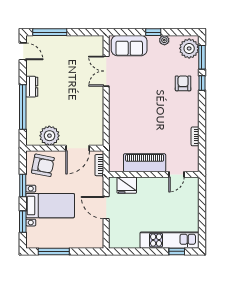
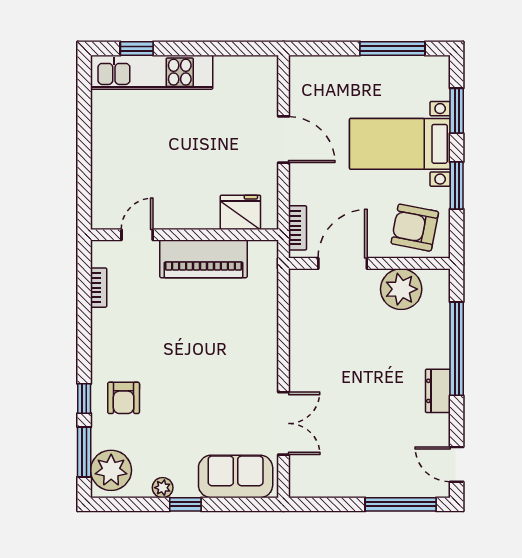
piano: (145, 163) -> (204, 259), moved
wall: (154, 174) -> (184, 235), moved
door: (177, 174) -> (137, 235), moved
fridge: (127, 185) -> (240, 212), moved

